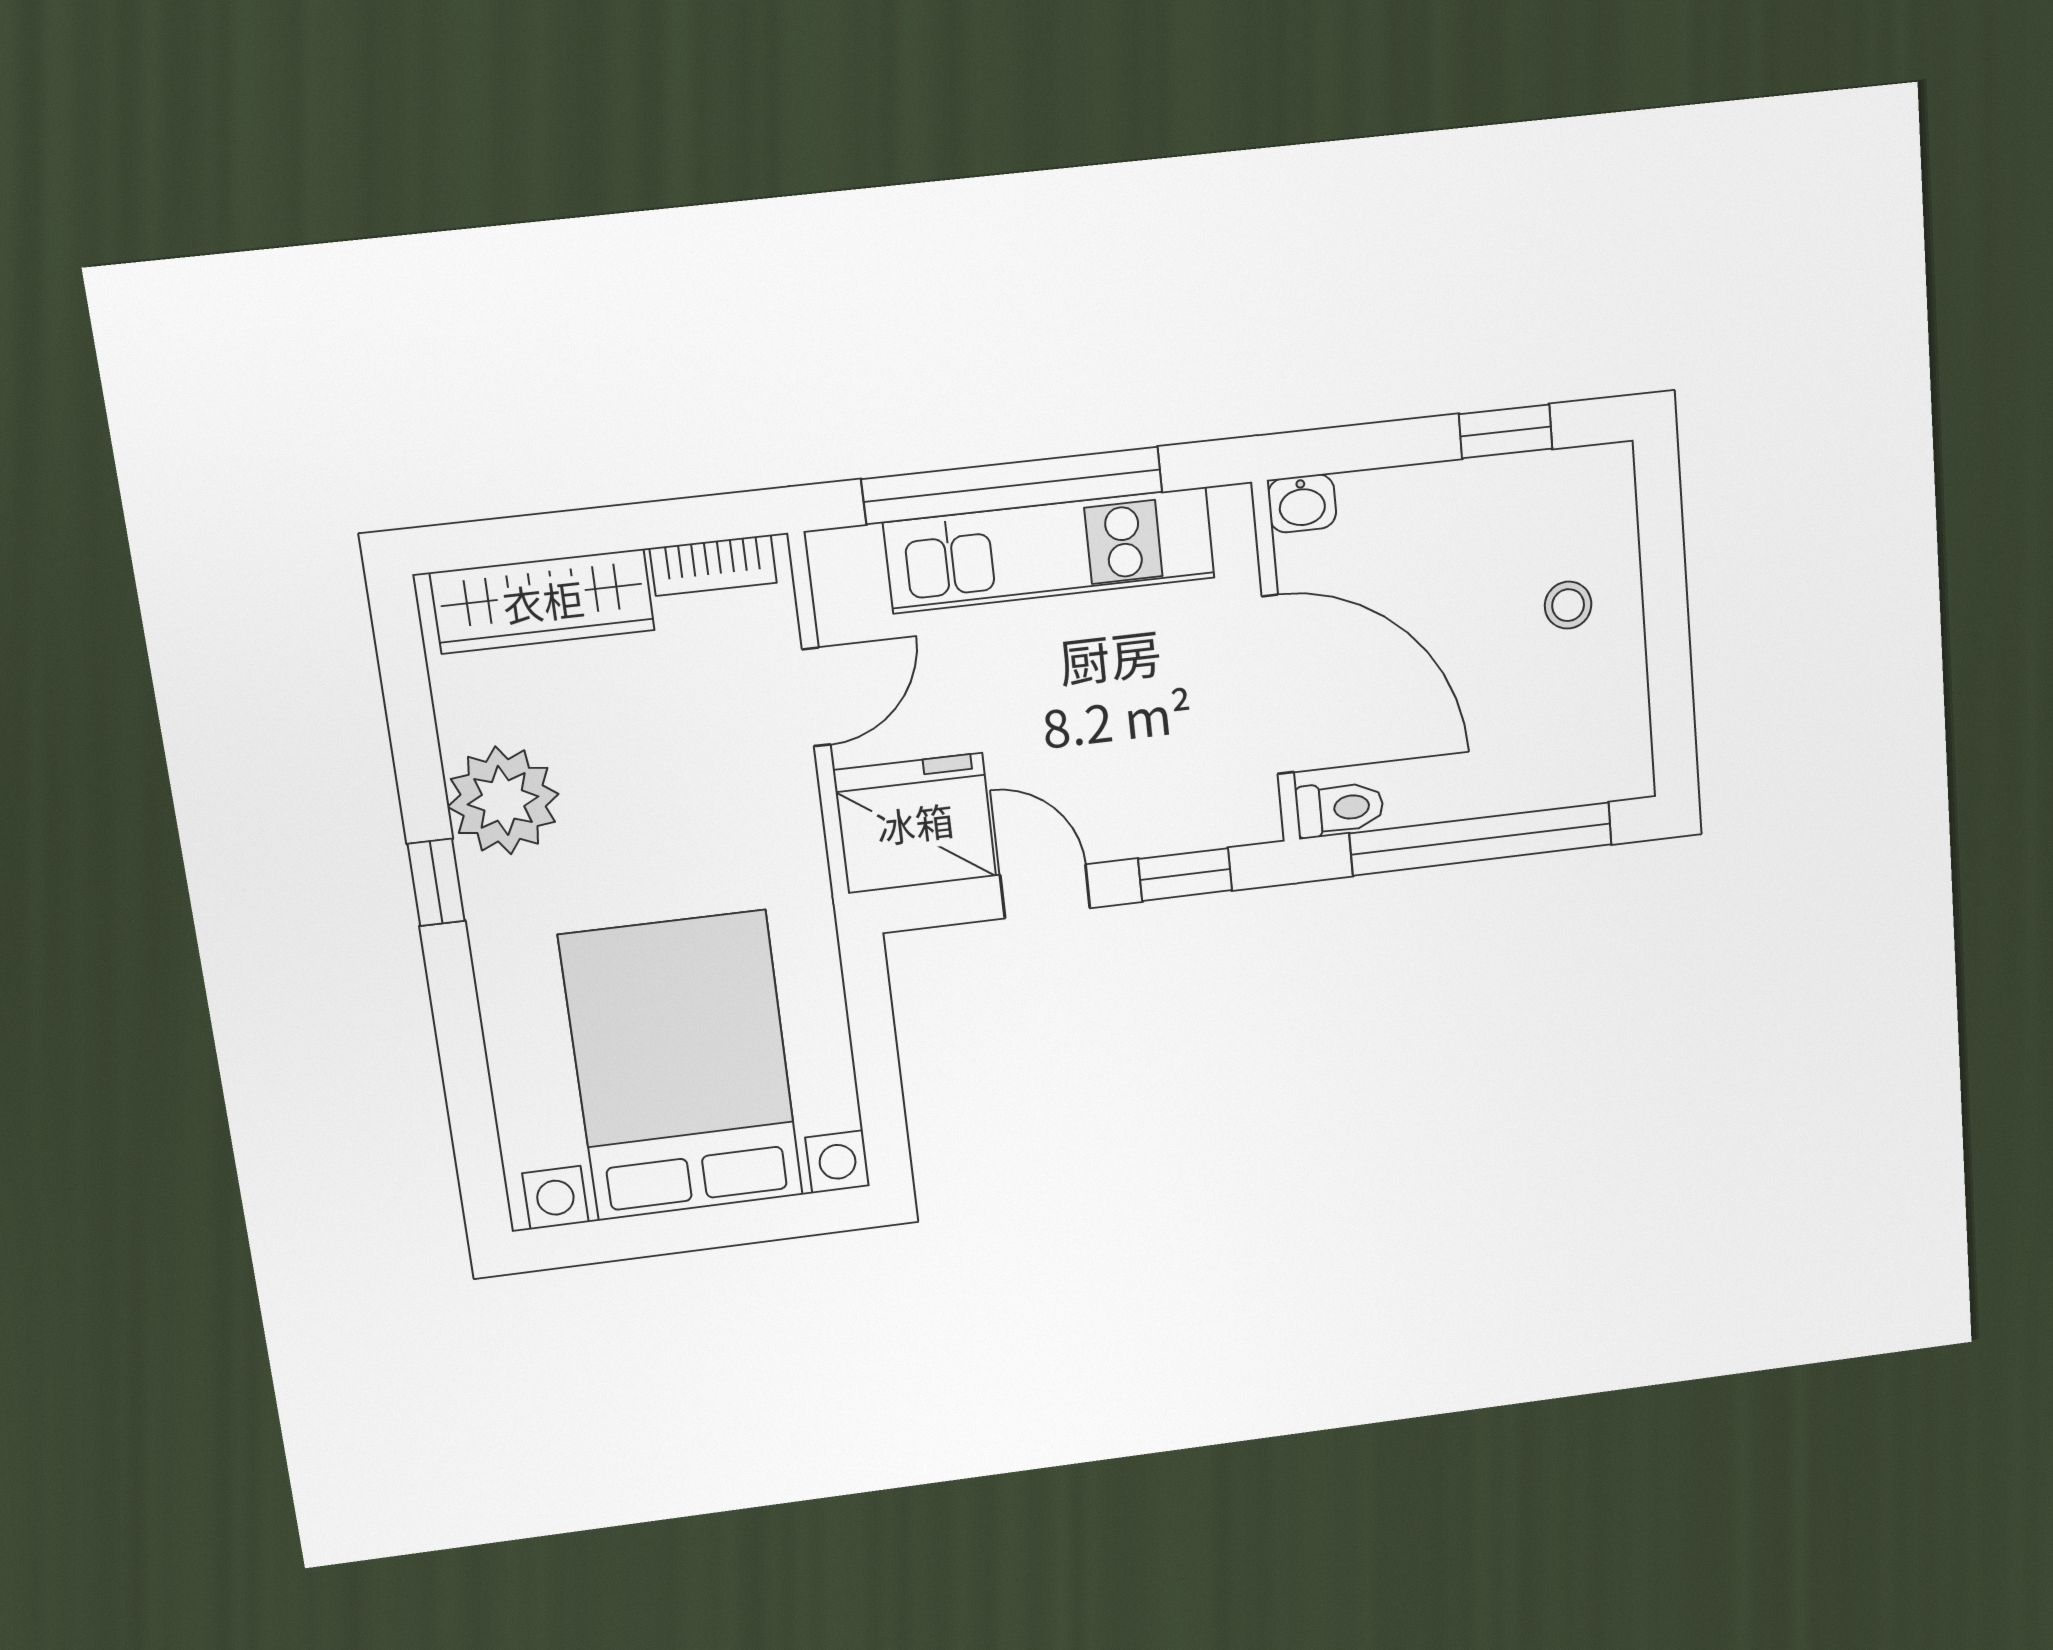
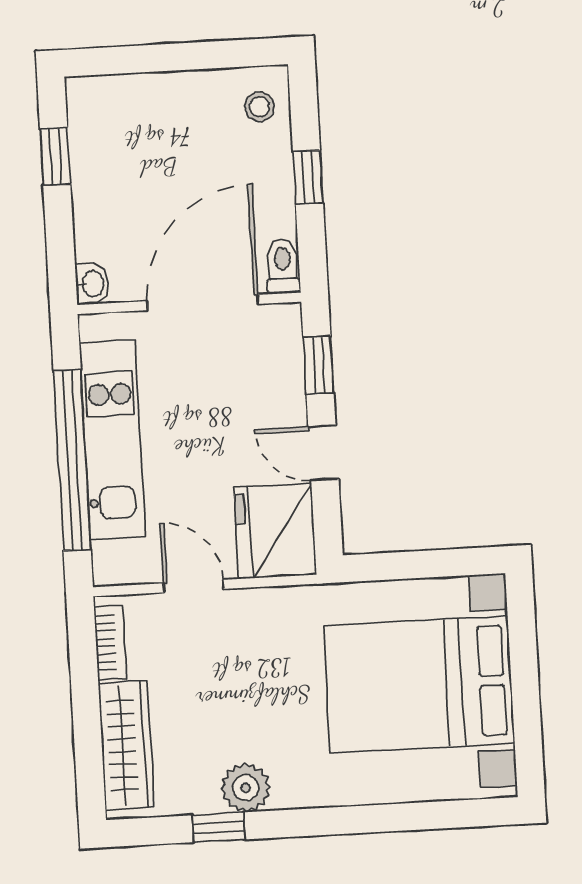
stool: (1568, 605) -> (260, 107), moved
plant: (503, 800) -> (246, 788), width x0.73, depth x0.73
window: (1481, 839) -> (308, 177), width x0.32
window: (436, 882) -> (219, 827), moved
door: (1045, 892) -> (323, 453), hinge flipped

